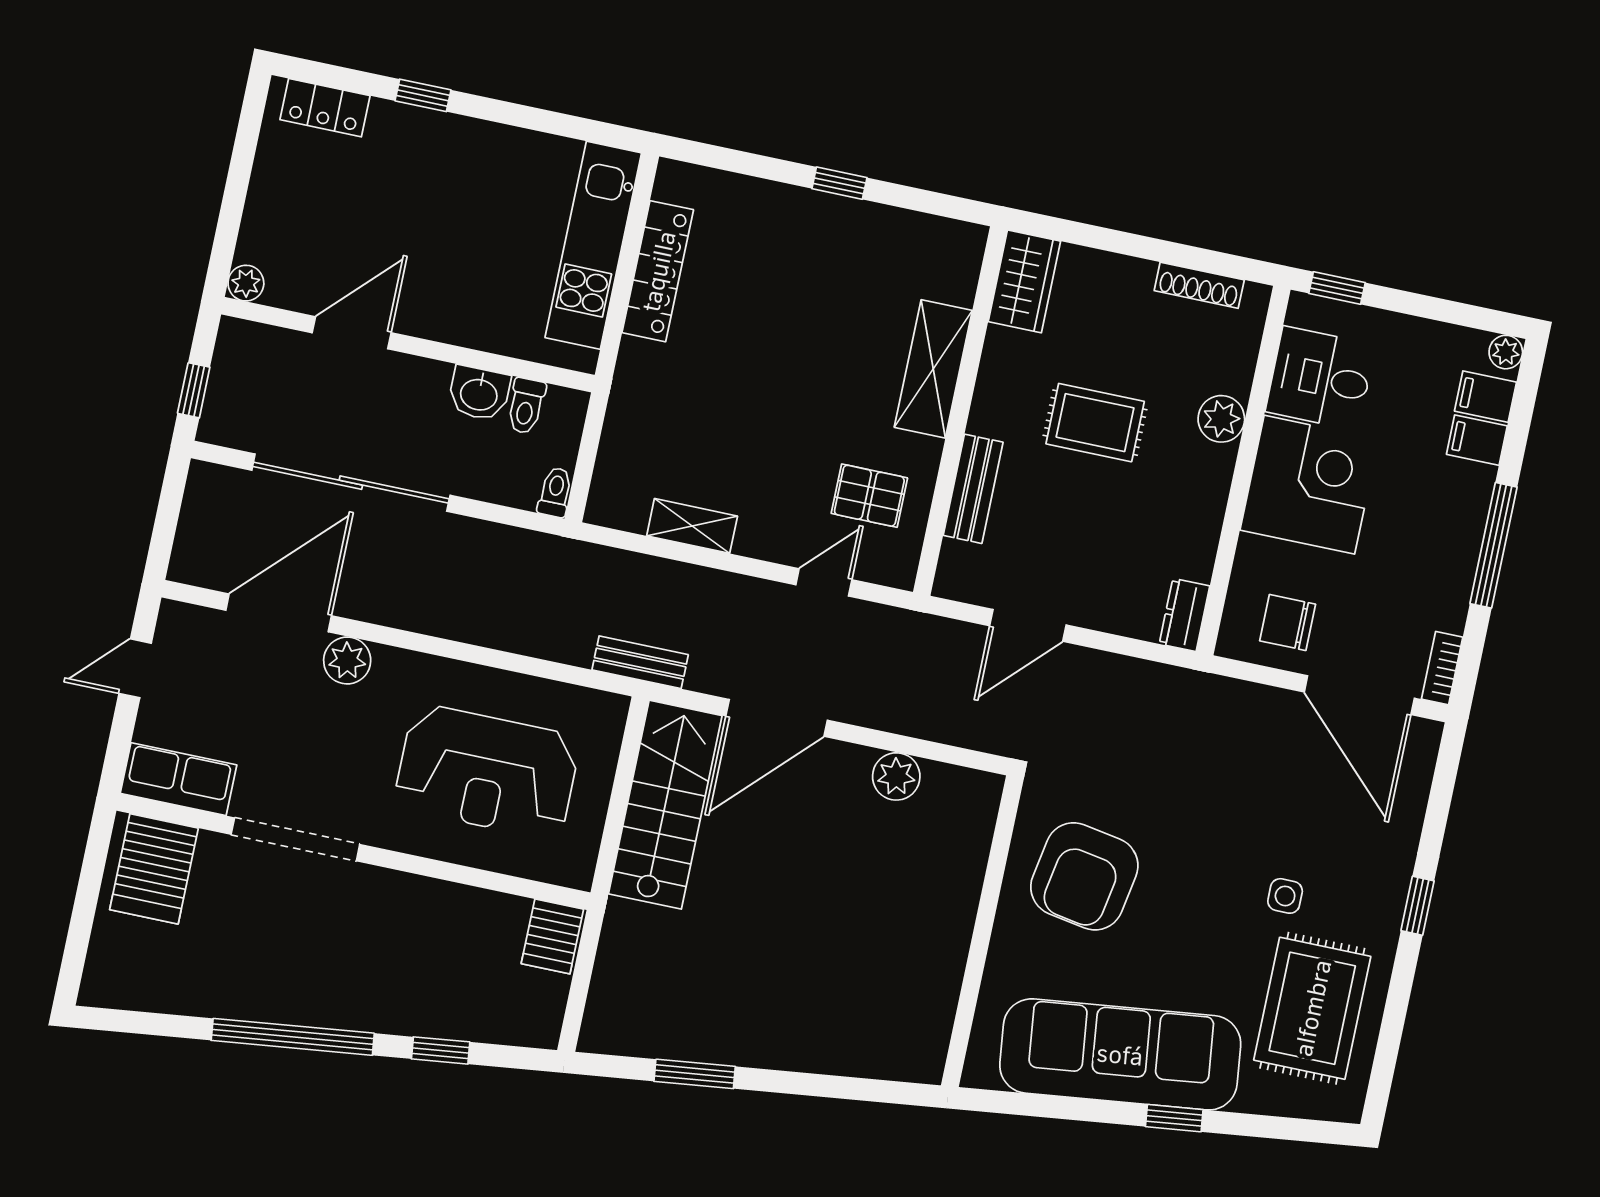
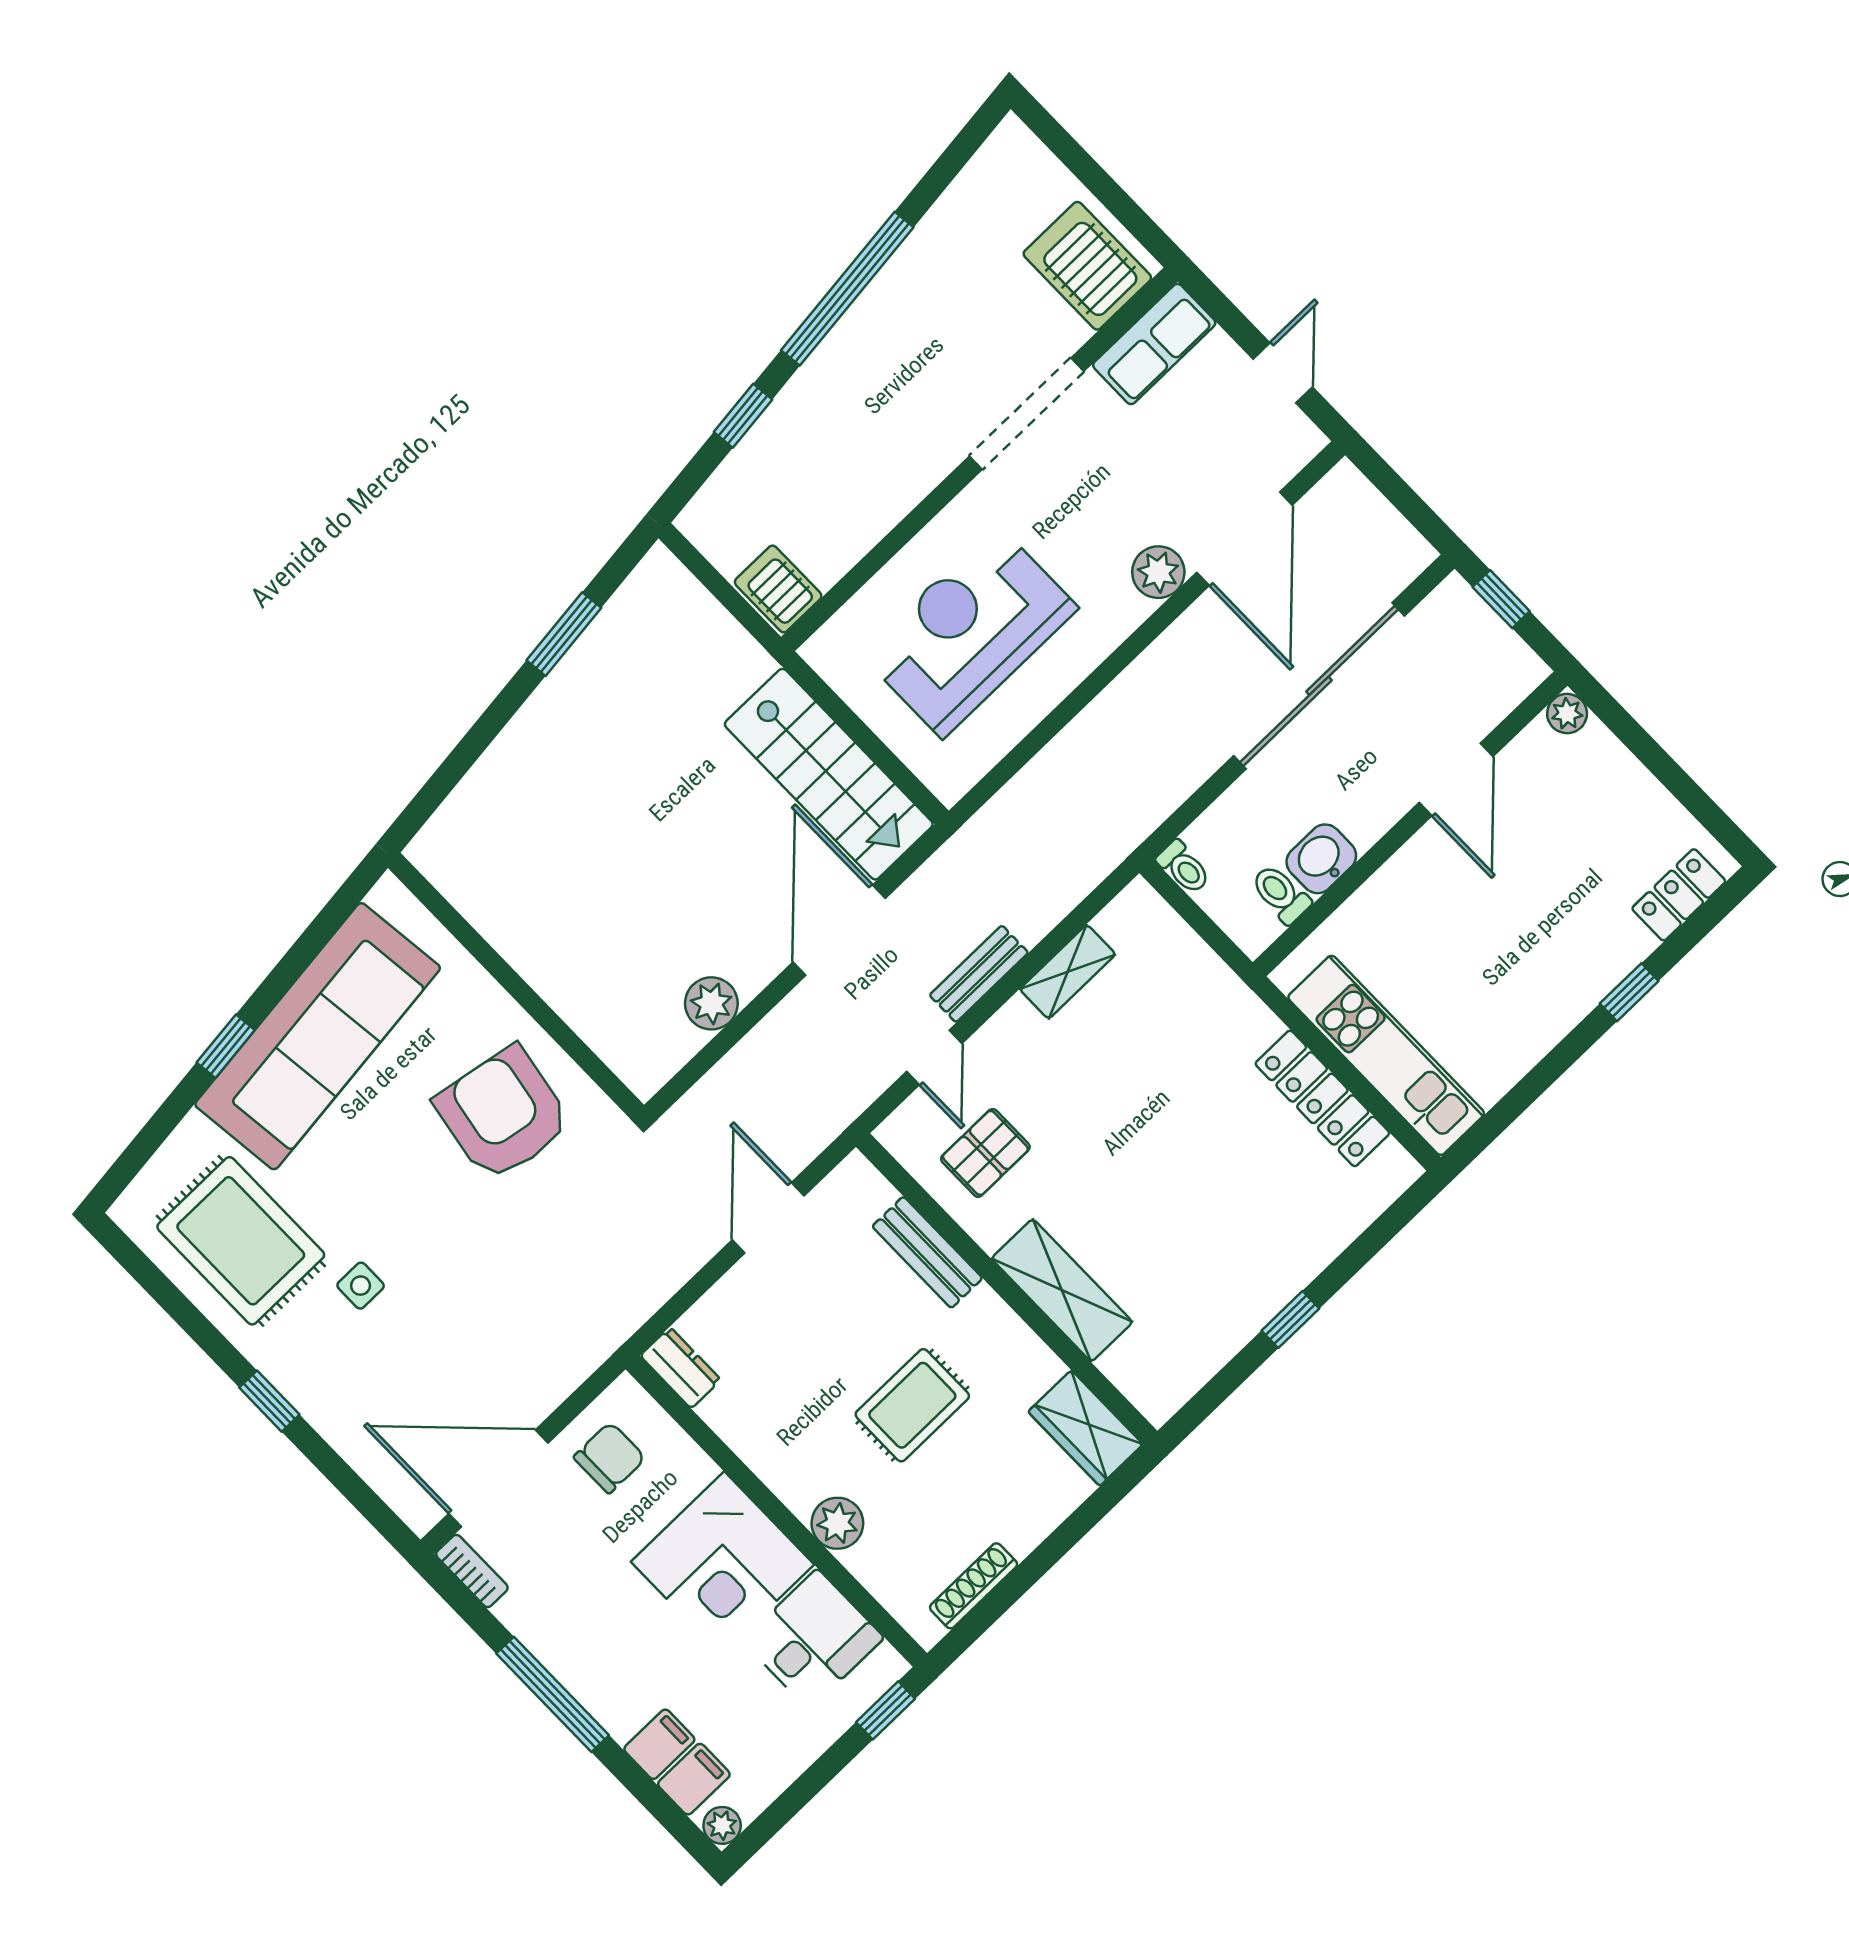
bench: (640, 662) -> (979, 974), moved

